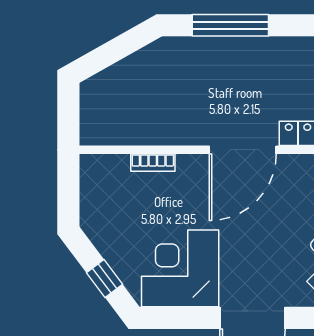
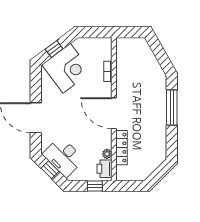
corner desk: (180, 268) -> (67, 68), moved, turned 53

